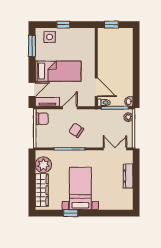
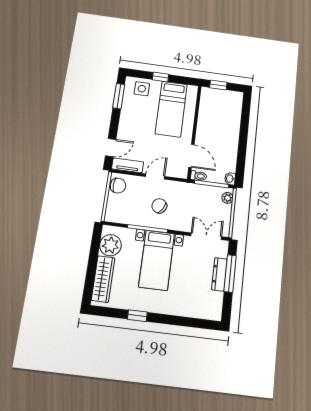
bed: (58, 71) -> (171, 109), moved, turned 90
window: (136, 174) -> (230, 273), added
bed with nightstands: (80, 188) -> (157, 260), moved, turned 180

